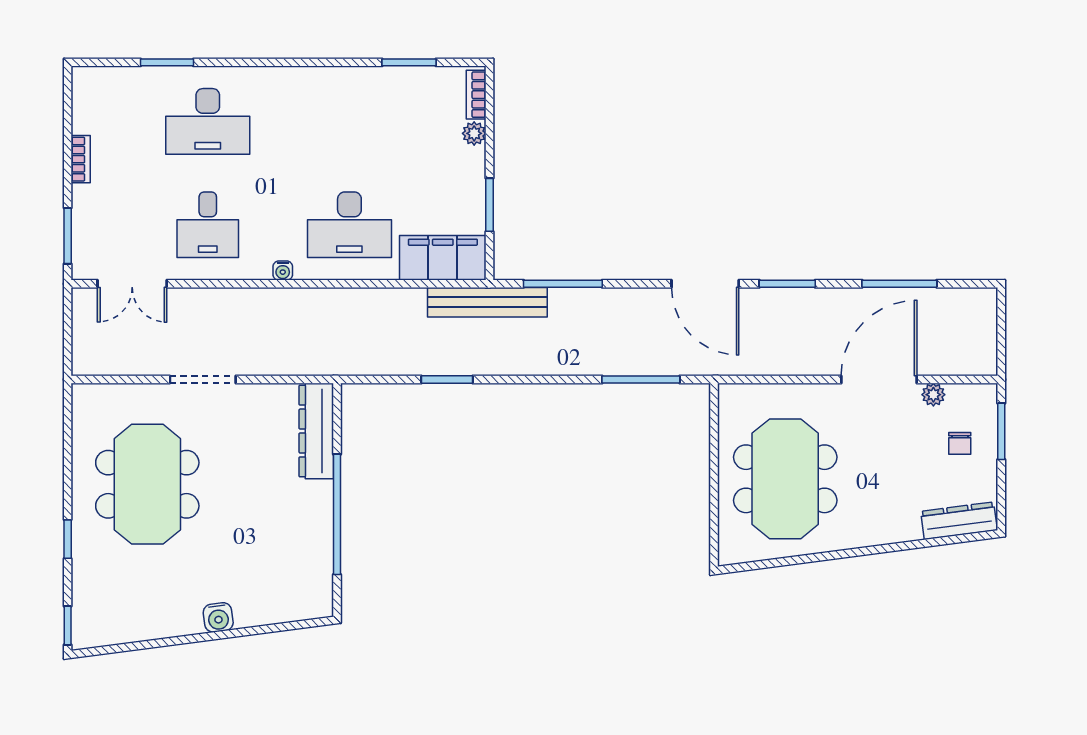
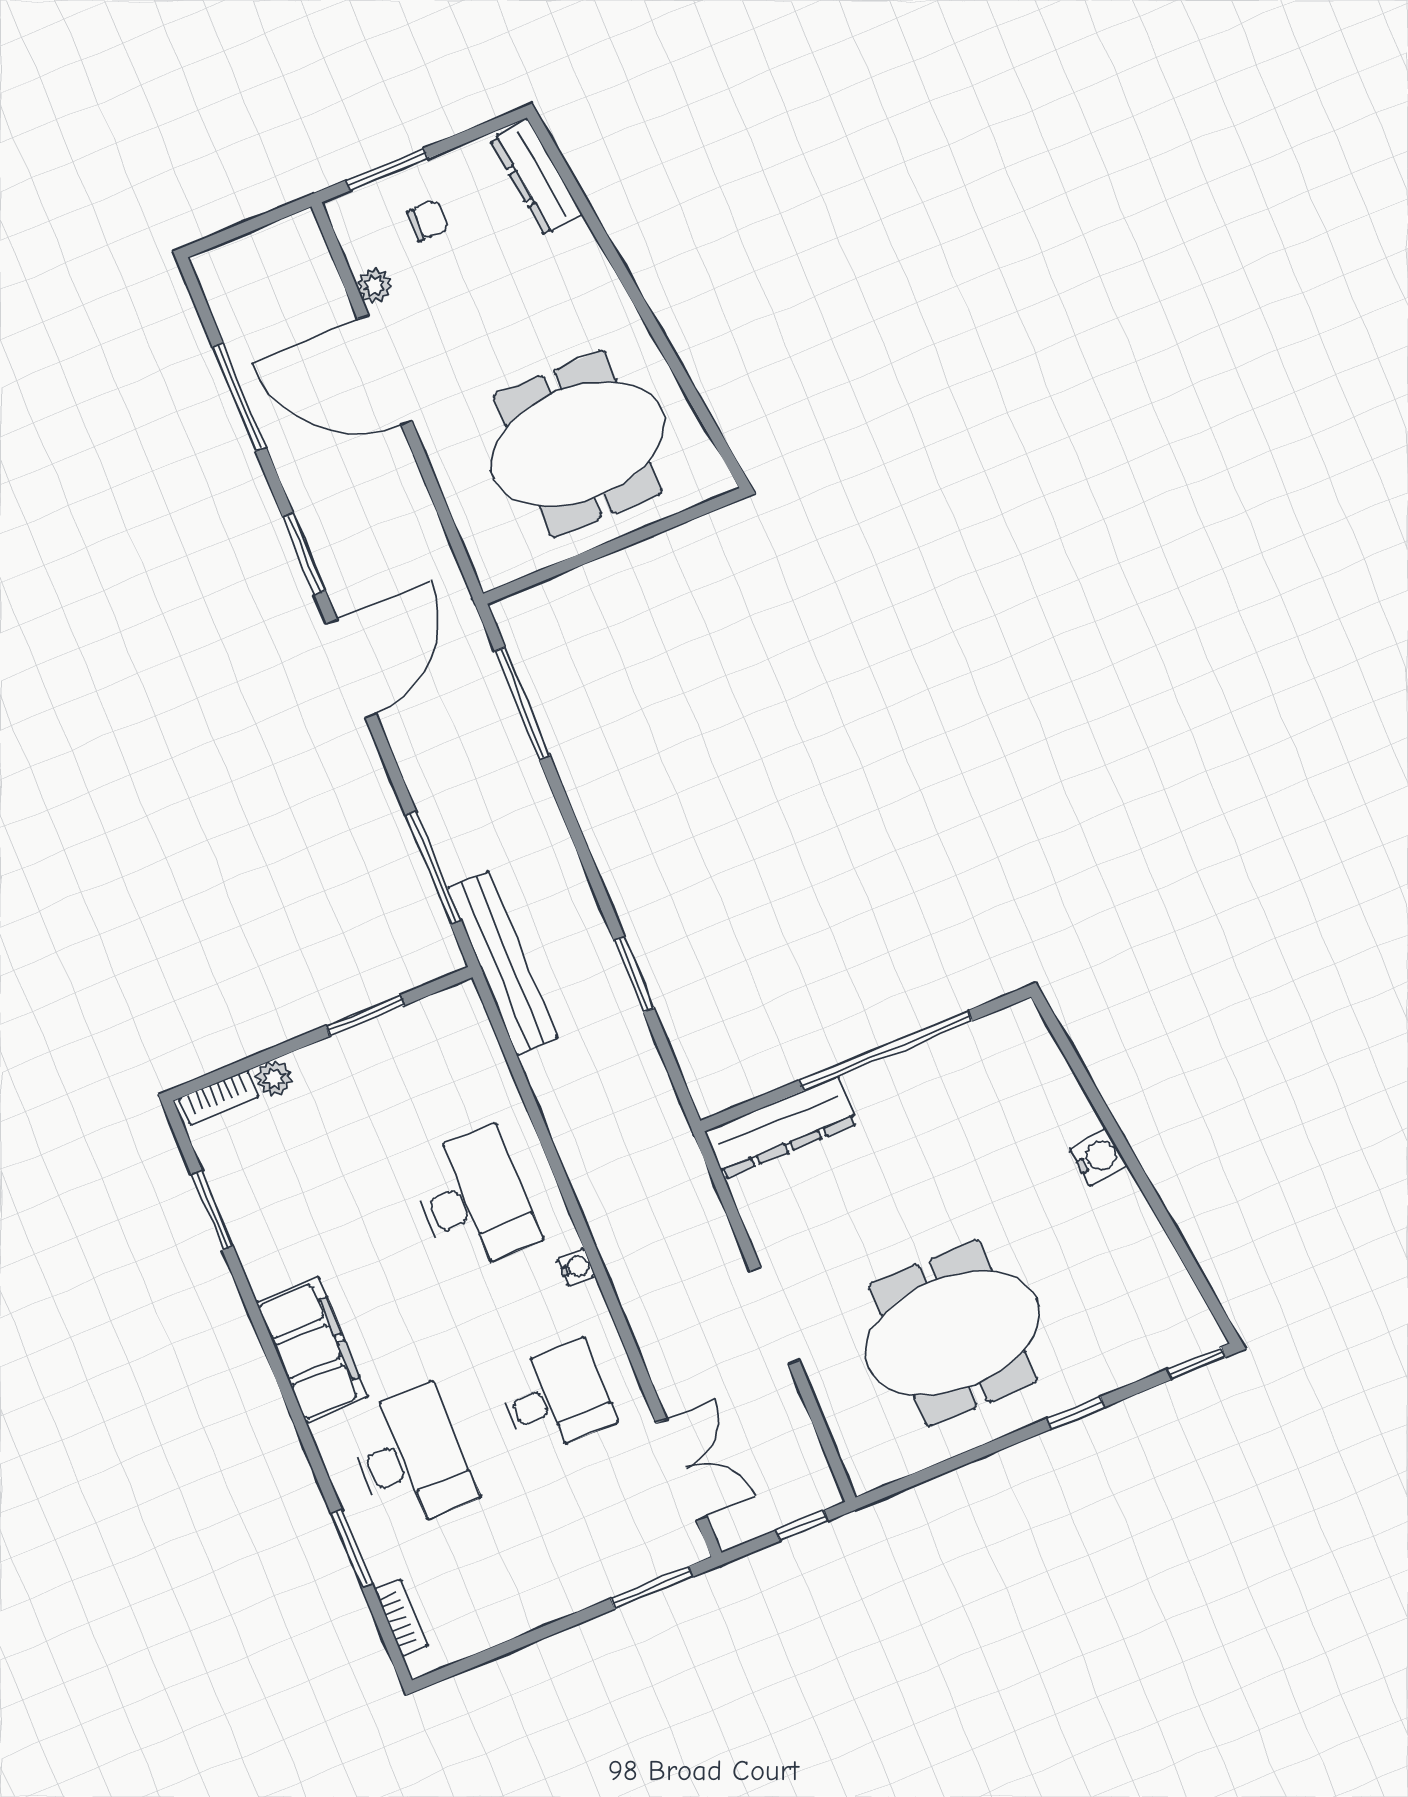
bookcase: (81, 159) -> (402, 1618), moved, turned 90
filing cabinet: (443, 258) -> (312, 1350), moved, turned 180
window: (68, 343) -> (802, 1526), added

